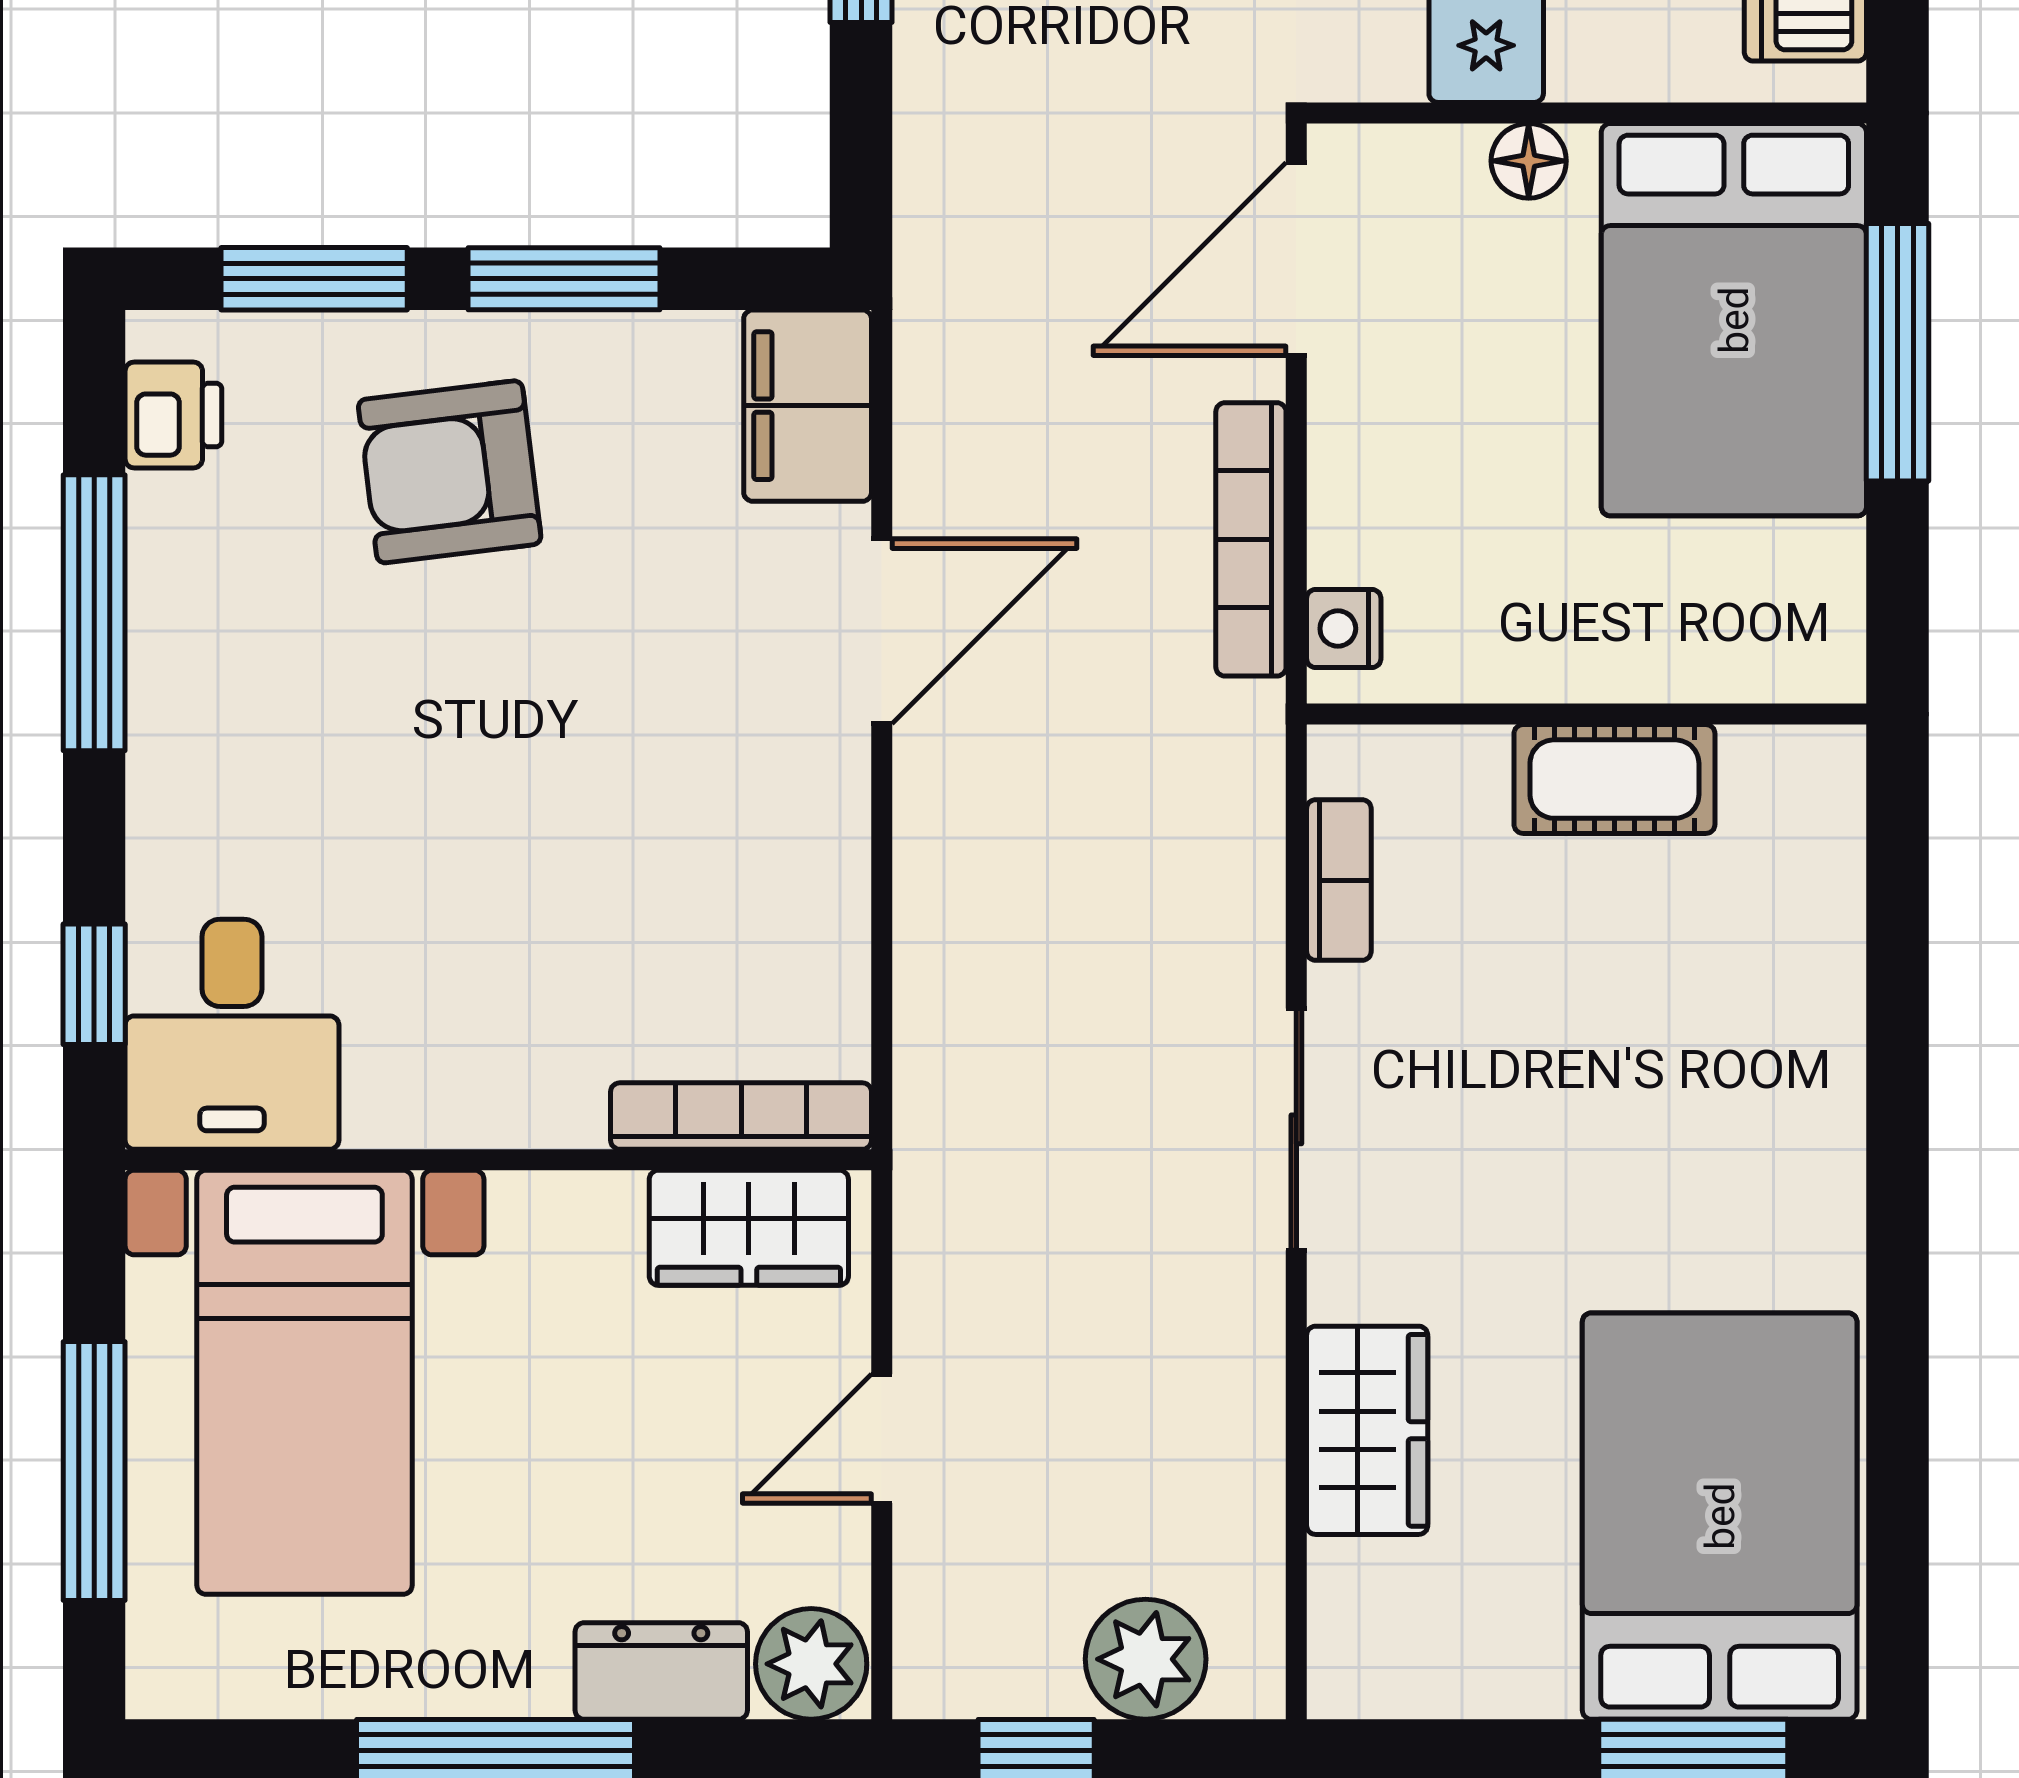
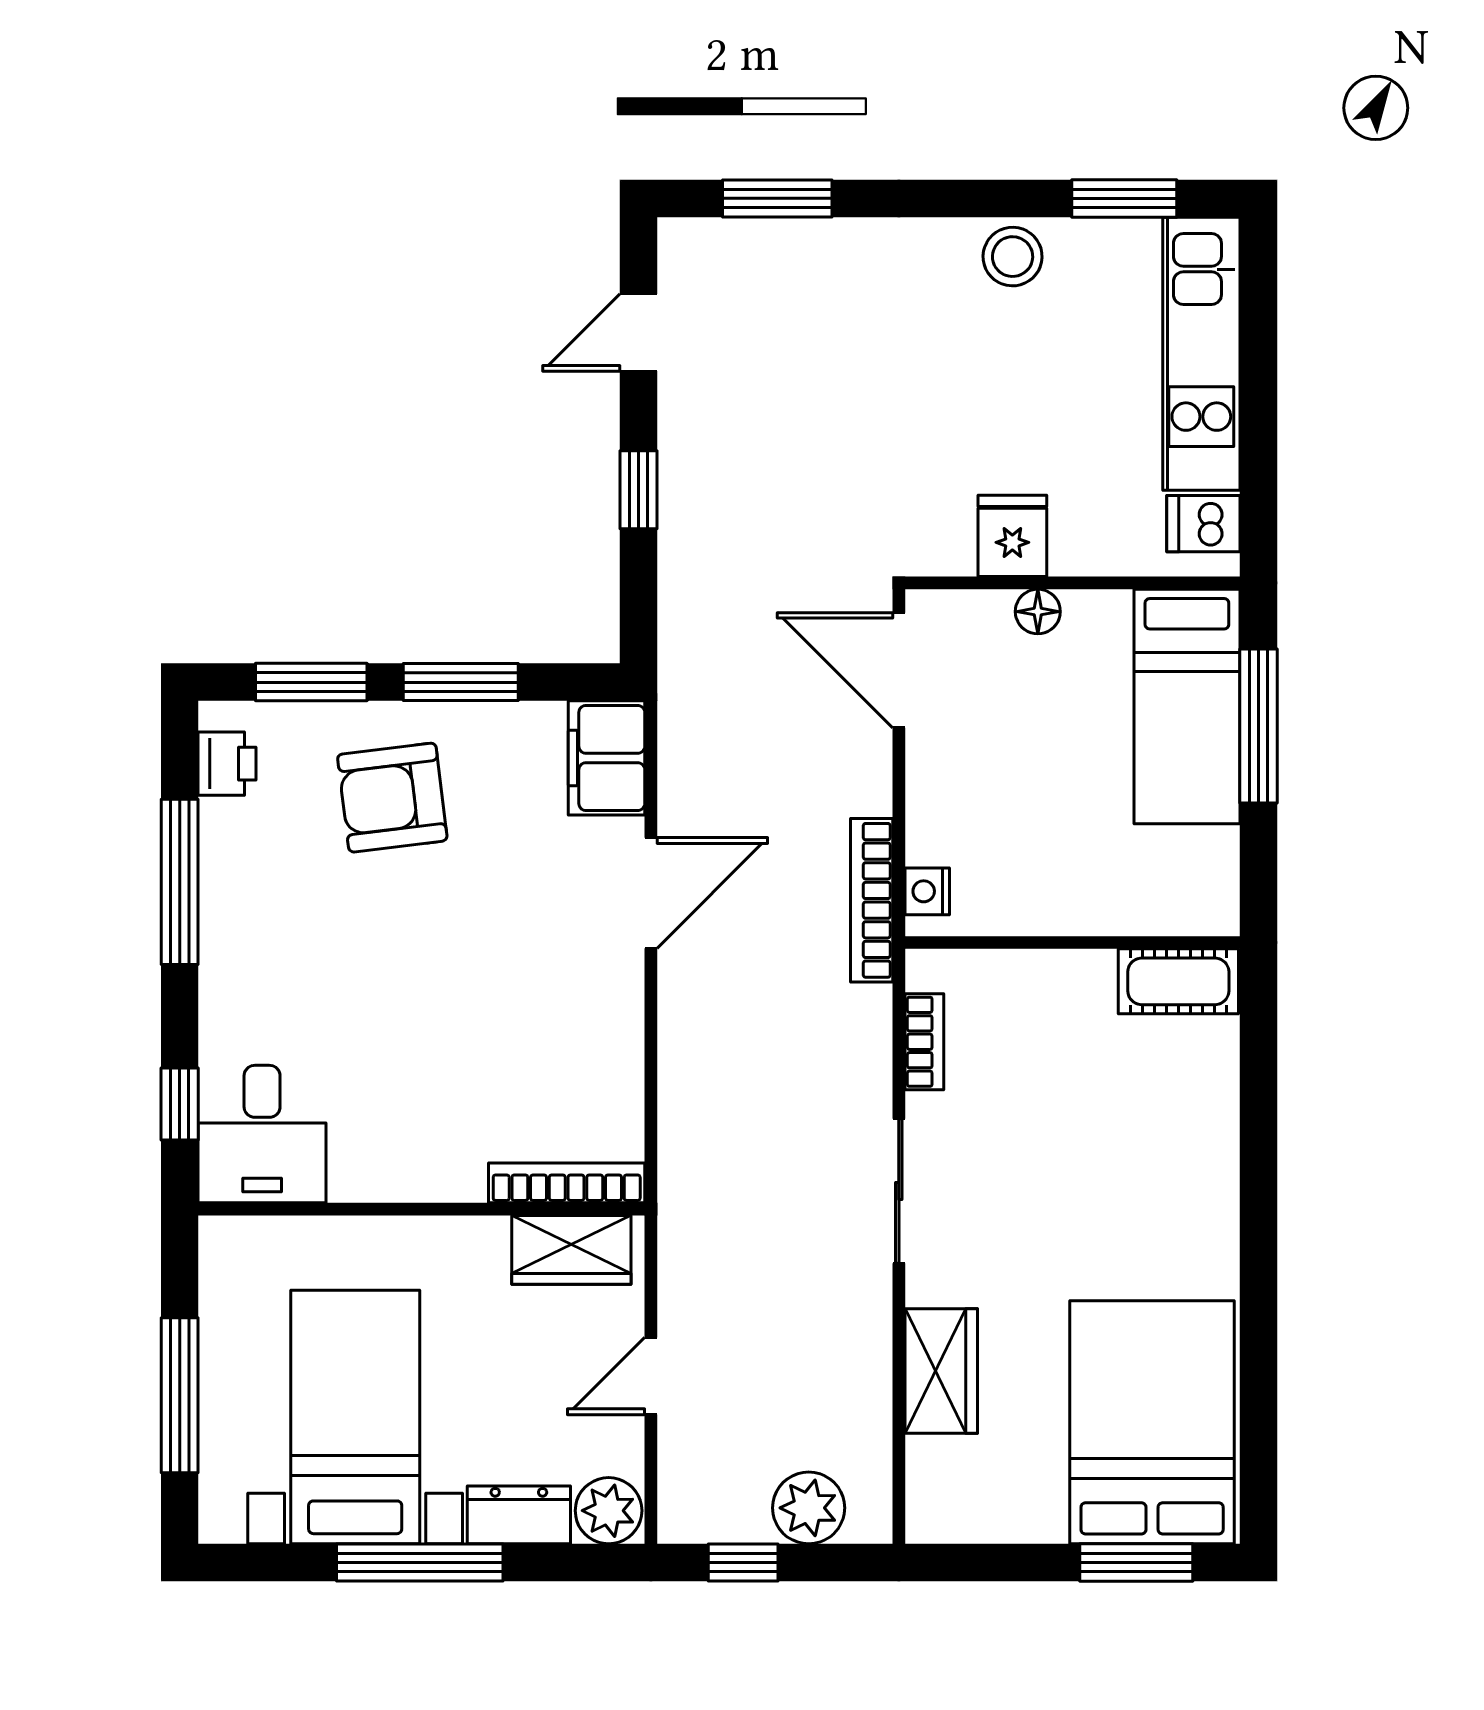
door: (1296, 259) -> (899, 670), hinge flipped
bed: (1734, 320) -> (1187, 707), width x0.67
bookcase: (1251, 539) -> (872, 900), moved
cot: (1614, 779) -> (1178, 981), moved
bed with nightstands: (304, 1382) -> (355, 1417), moved, turned 180

